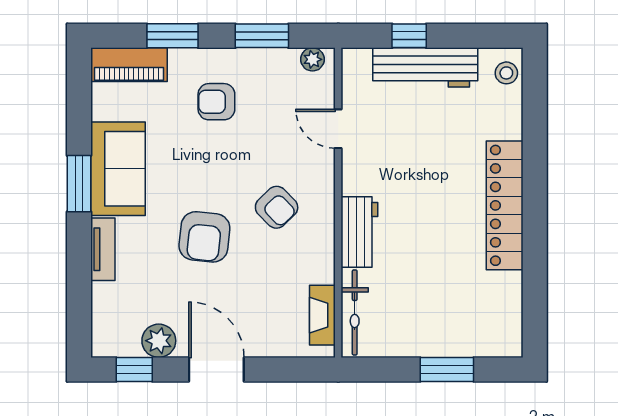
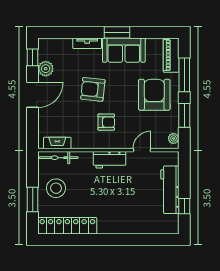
window: (173, 36) -> (184, 75), width x1.44
window: (409, 36) -> (184, 206), moved
stool: (506, 73) -> (56, 188), moved, width x1.89, depth x1.89
armchair: (216, 102) -> (154, 95), width x1.88, depth x1.88
locker: (505, 205) -> (67, 226), moved
armchair: (277, 207) -> (106, 122), turned -136
workbench: (359, 232) -> (110, 160), moved

